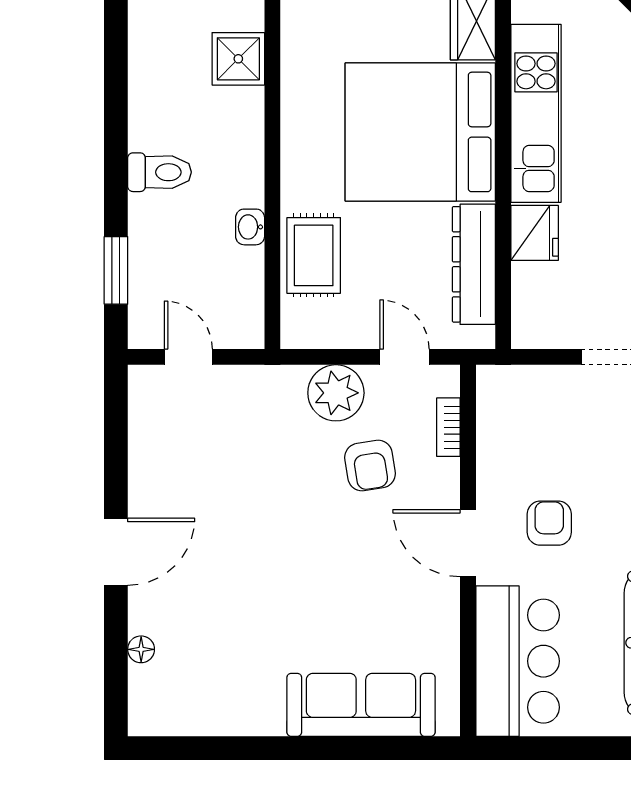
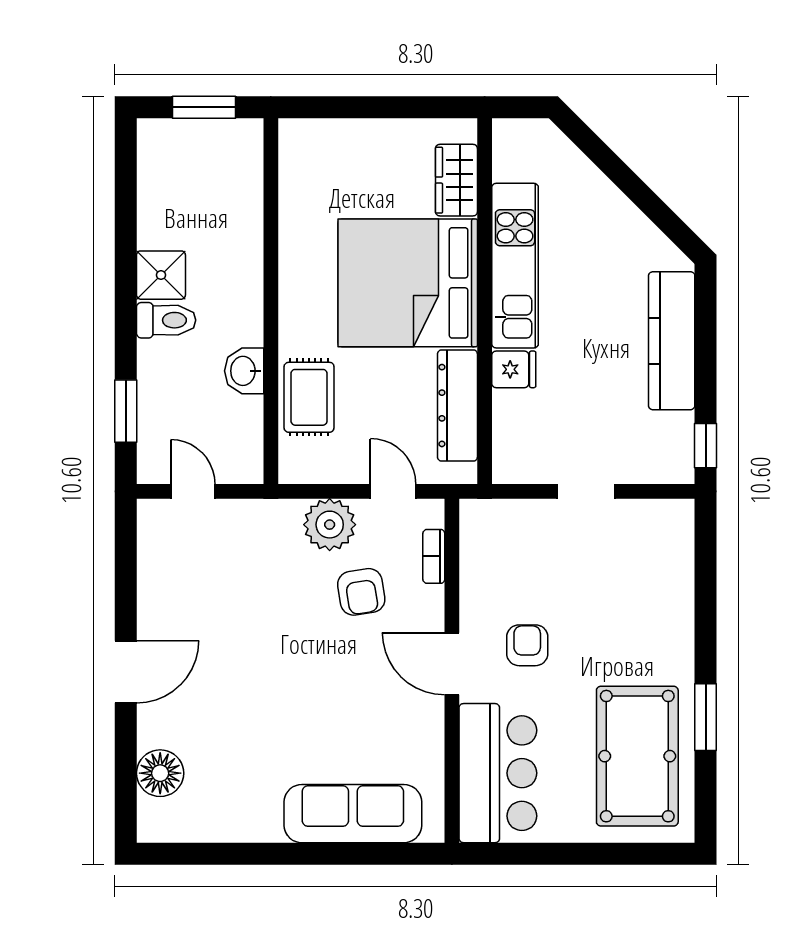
shower: (238, 59) -> (161, 275), moved
washbasin: (250, 227) -> (244, 371), width x1.38, depth x1.45
fridge: (535, 233) -> (514, 369), width x0.72
floor lamp: (141, 649) -> (160, 773), width x1.89, depth x1.89

